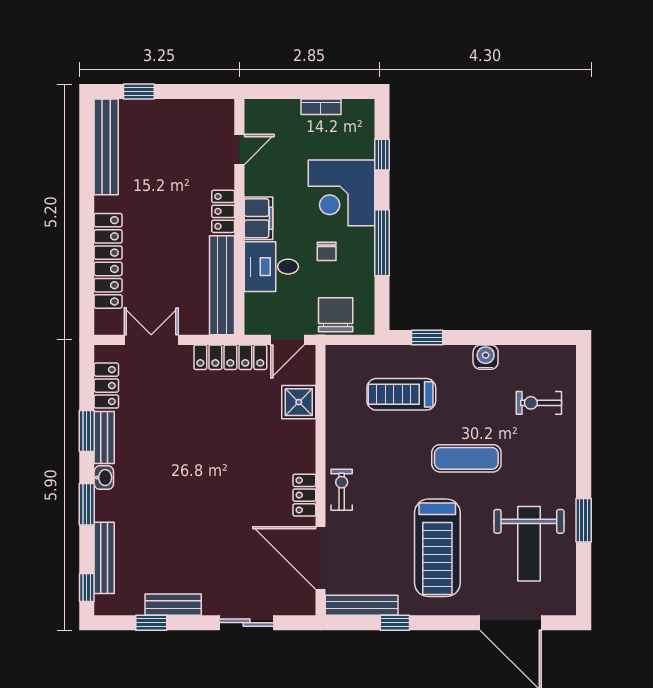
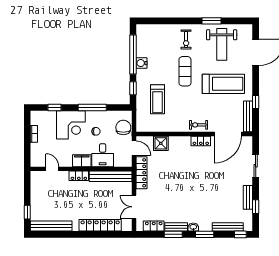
chair: (336, 315) -> (123, 127), turned 90
window: (506, 337) -> (133, 54), added
exercise bike: (539, 403) -> (186, 39), moved
weight bench: (529, 544) -> (222, 44), turned 90

